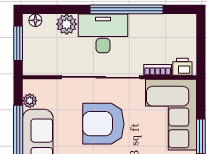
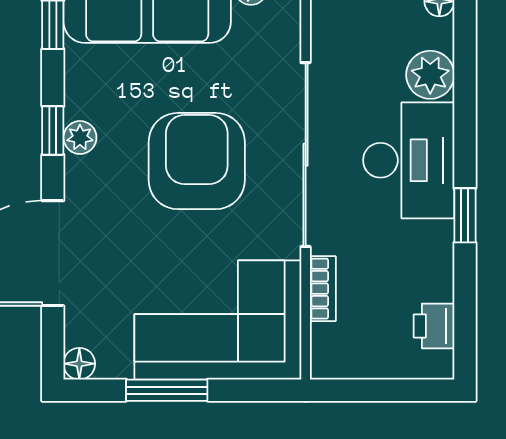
window: (126, 9) -> (465, 215), width x0.32
printer: (182, 67) -> (434, 326), moved, turned 180

